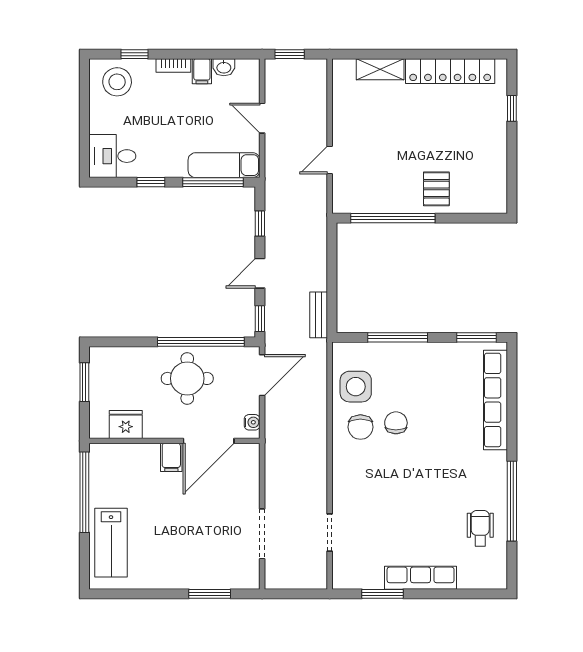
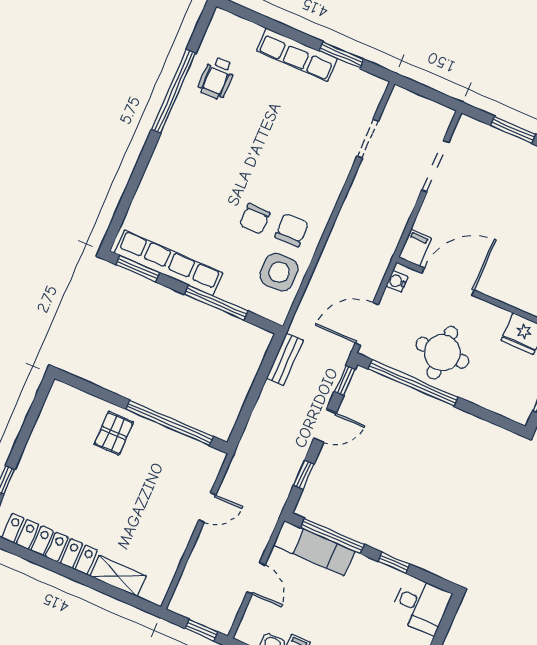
row of seats: (495, 400) -> (168, 263), moved, turned -90
filing cabinet: (171, 457) -> (415, 248), moved

